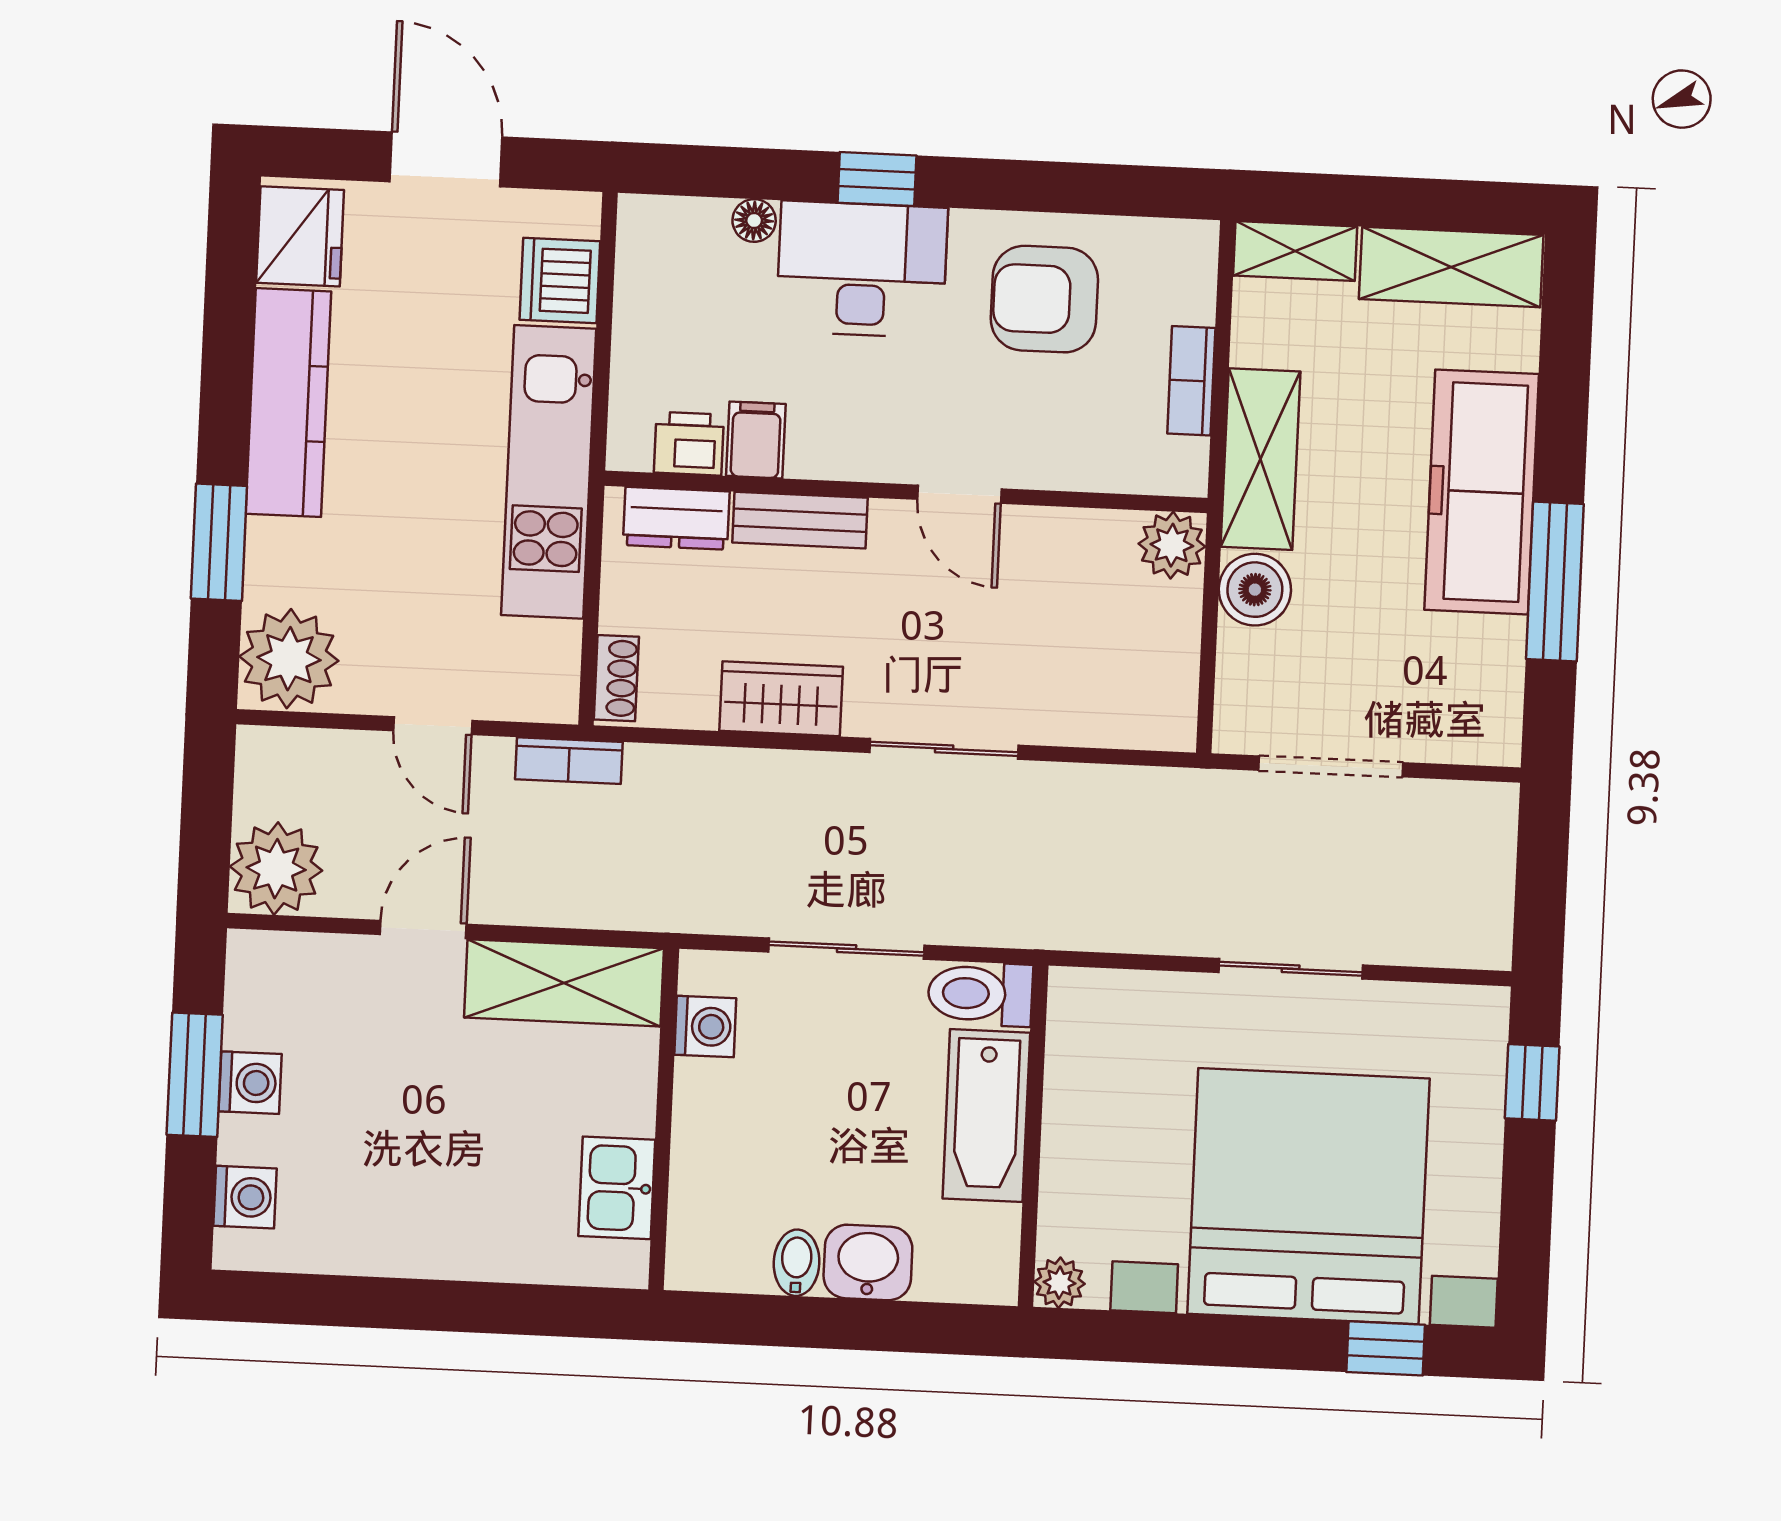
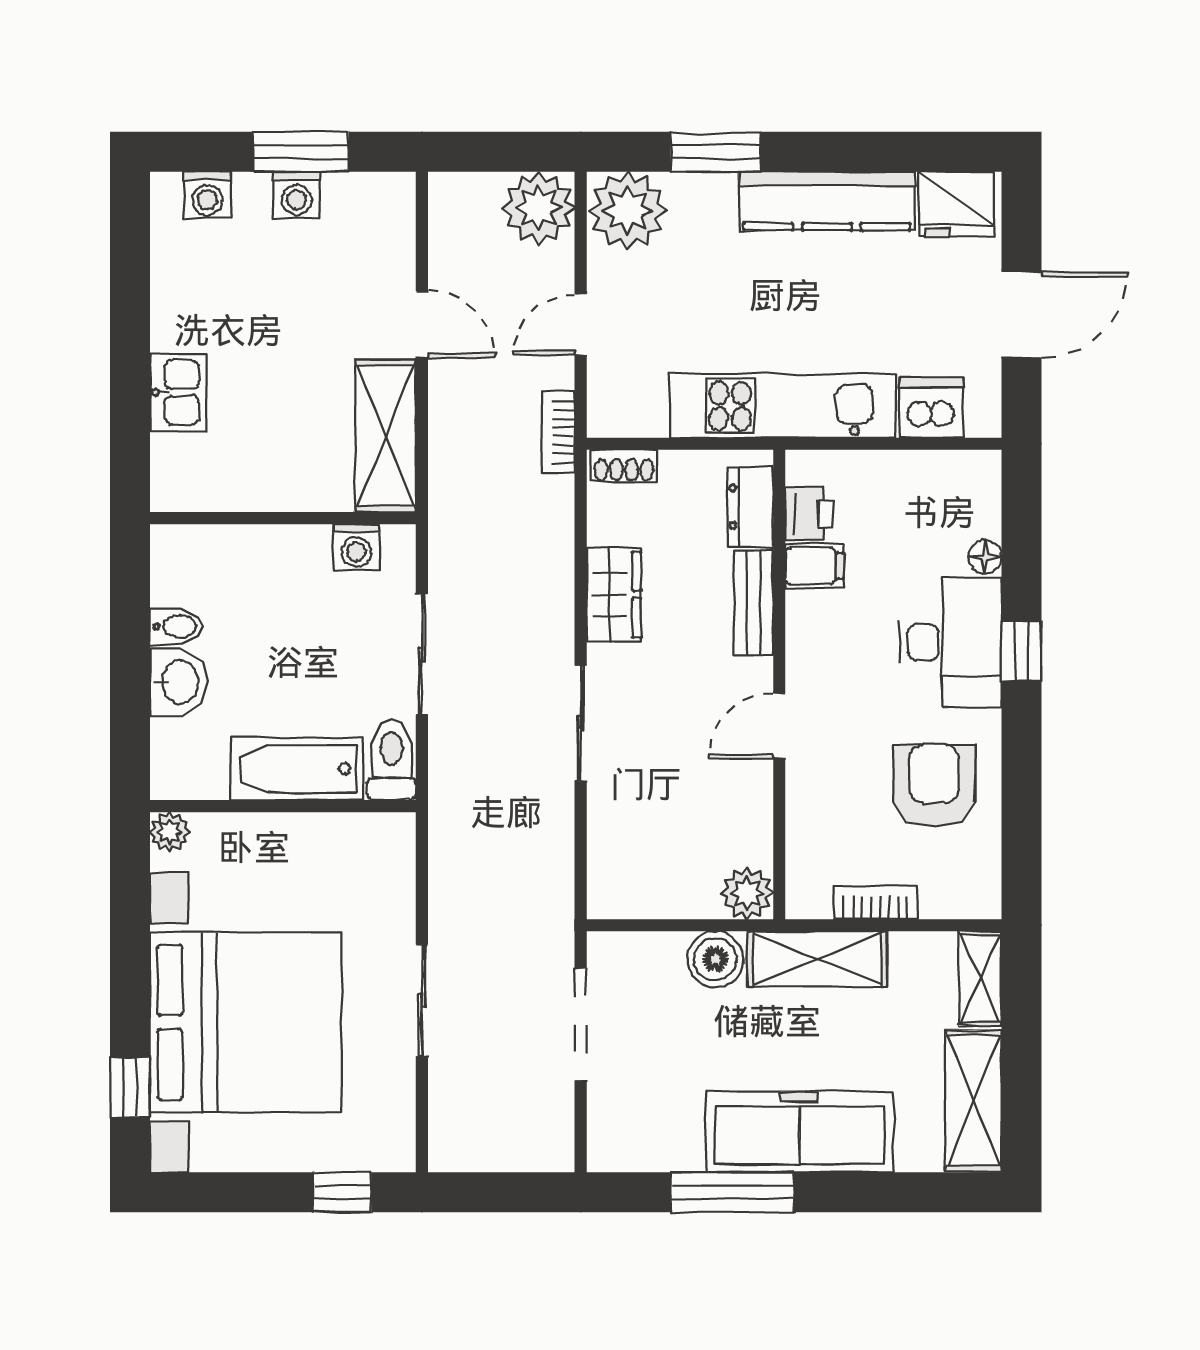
plant: (276, 869) -> (539, 208), moved
kitchen sink: (617, 1188) -> (178, 392), moved, turned 90

